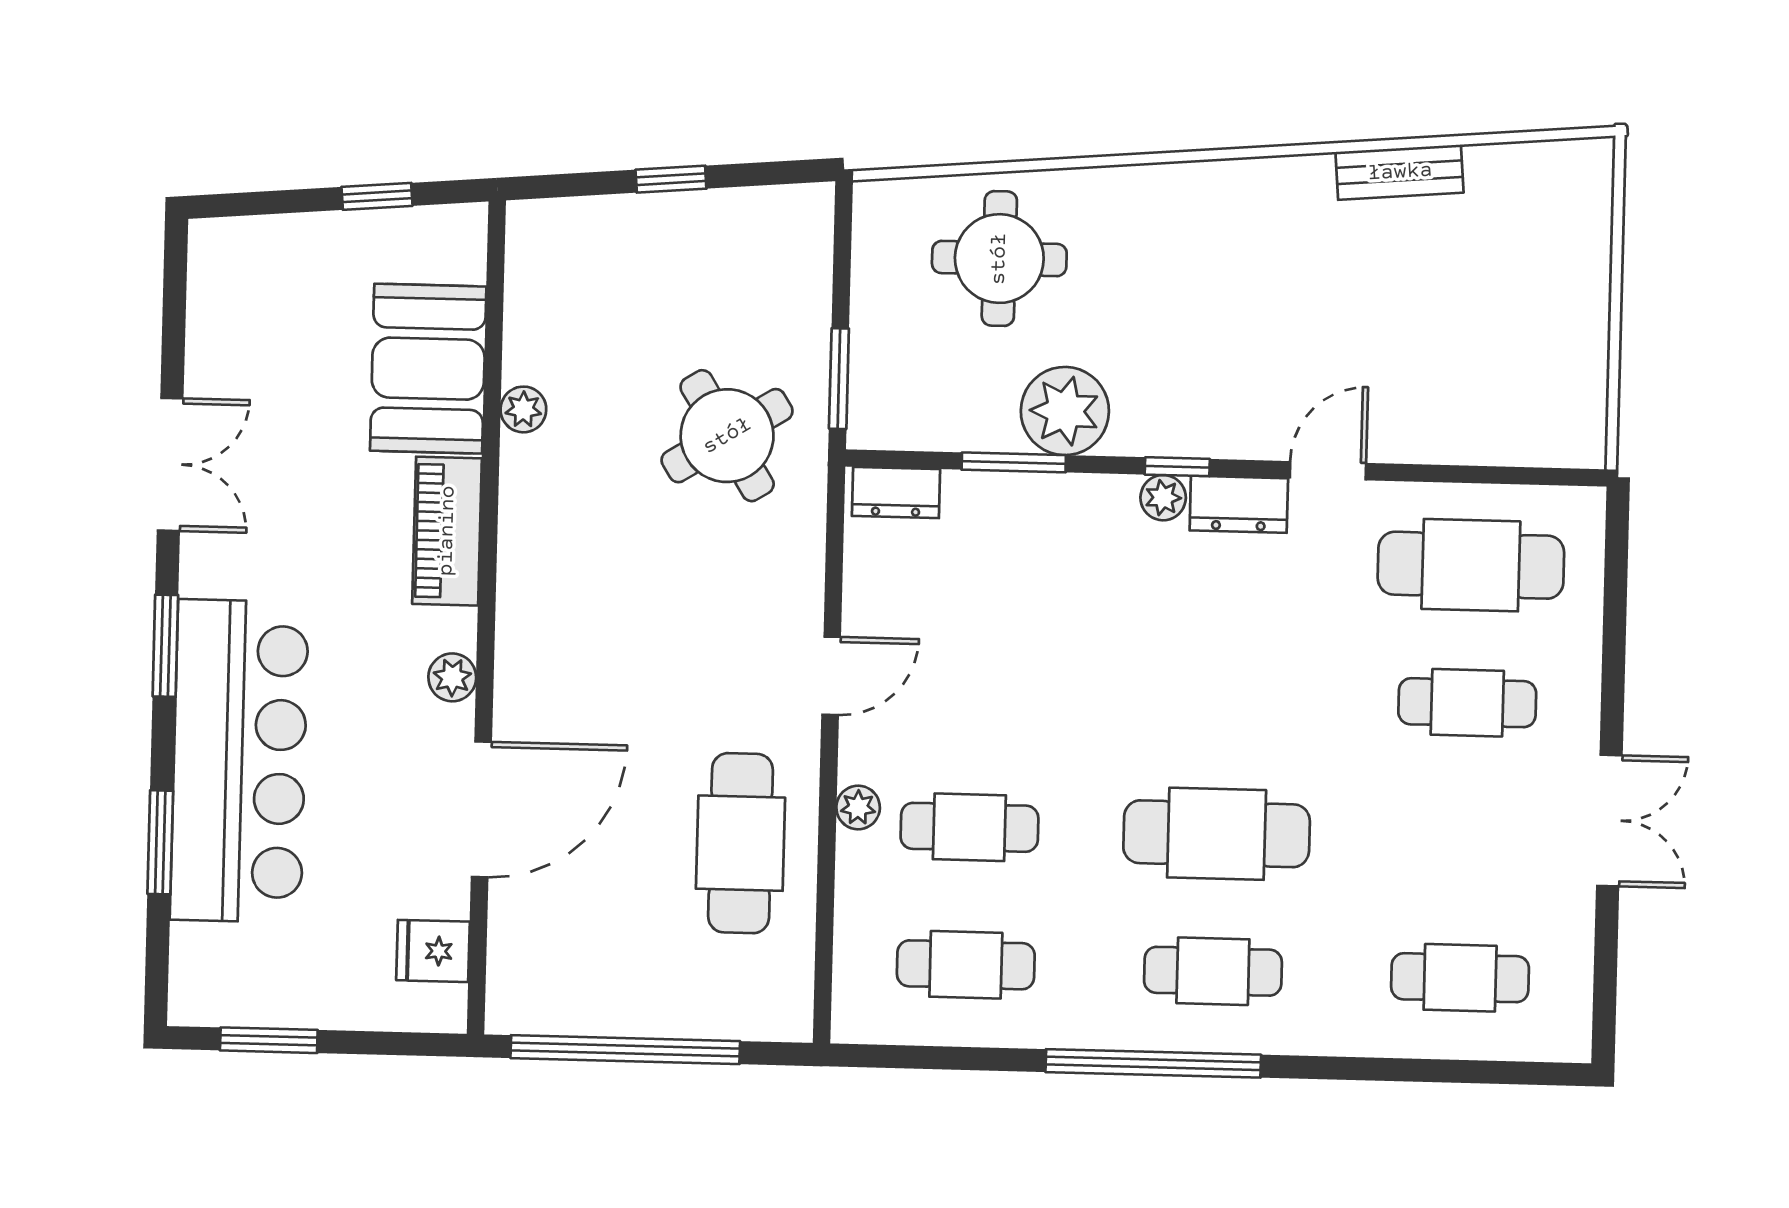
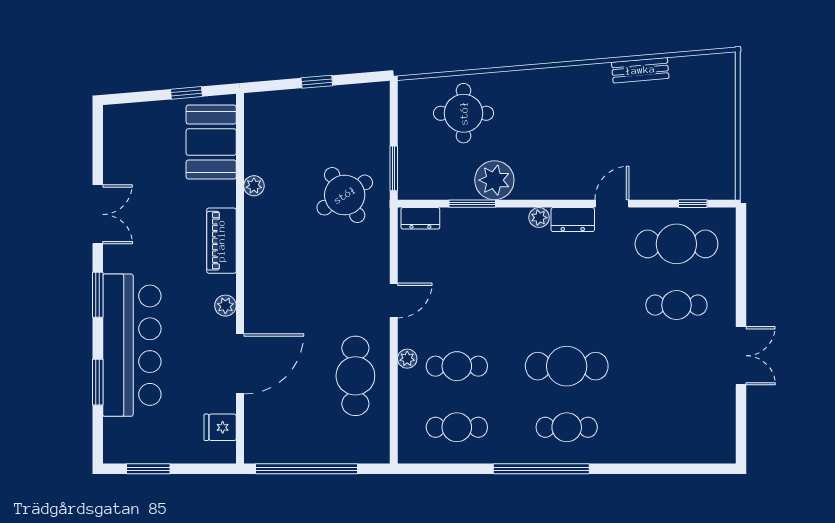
booth: (428, 369) -> (211, 142), moved
window: (1177, 467) -> (693, 204), moved
cafe table: (1460, 978) -> (676, 427), removed

